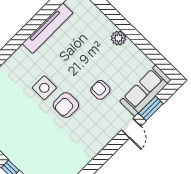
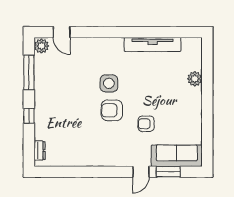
plant: (118, 38) -> (195, 79), moved
armchair: (100, 90) -> (146, 124), turned -90

